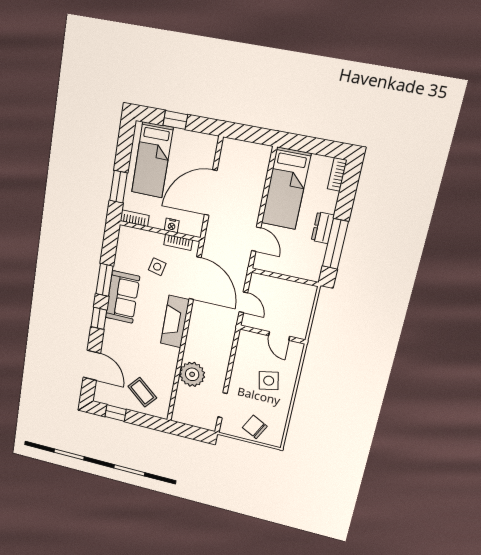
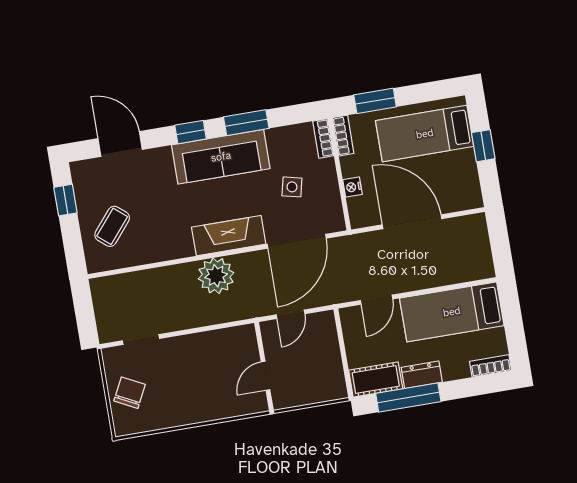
bookcase: (178, 242) -> (323, 138), moved
cot: (313, 262) -> (376, 380), added
sofa: (123, 297) -> (221, 157), width x1.36
door: (92, 365) -> (120, 144), swing flipped
plant: (192, 374) -> (216, 276), moved
side table: (269, 381) -> (201, 386), removed

